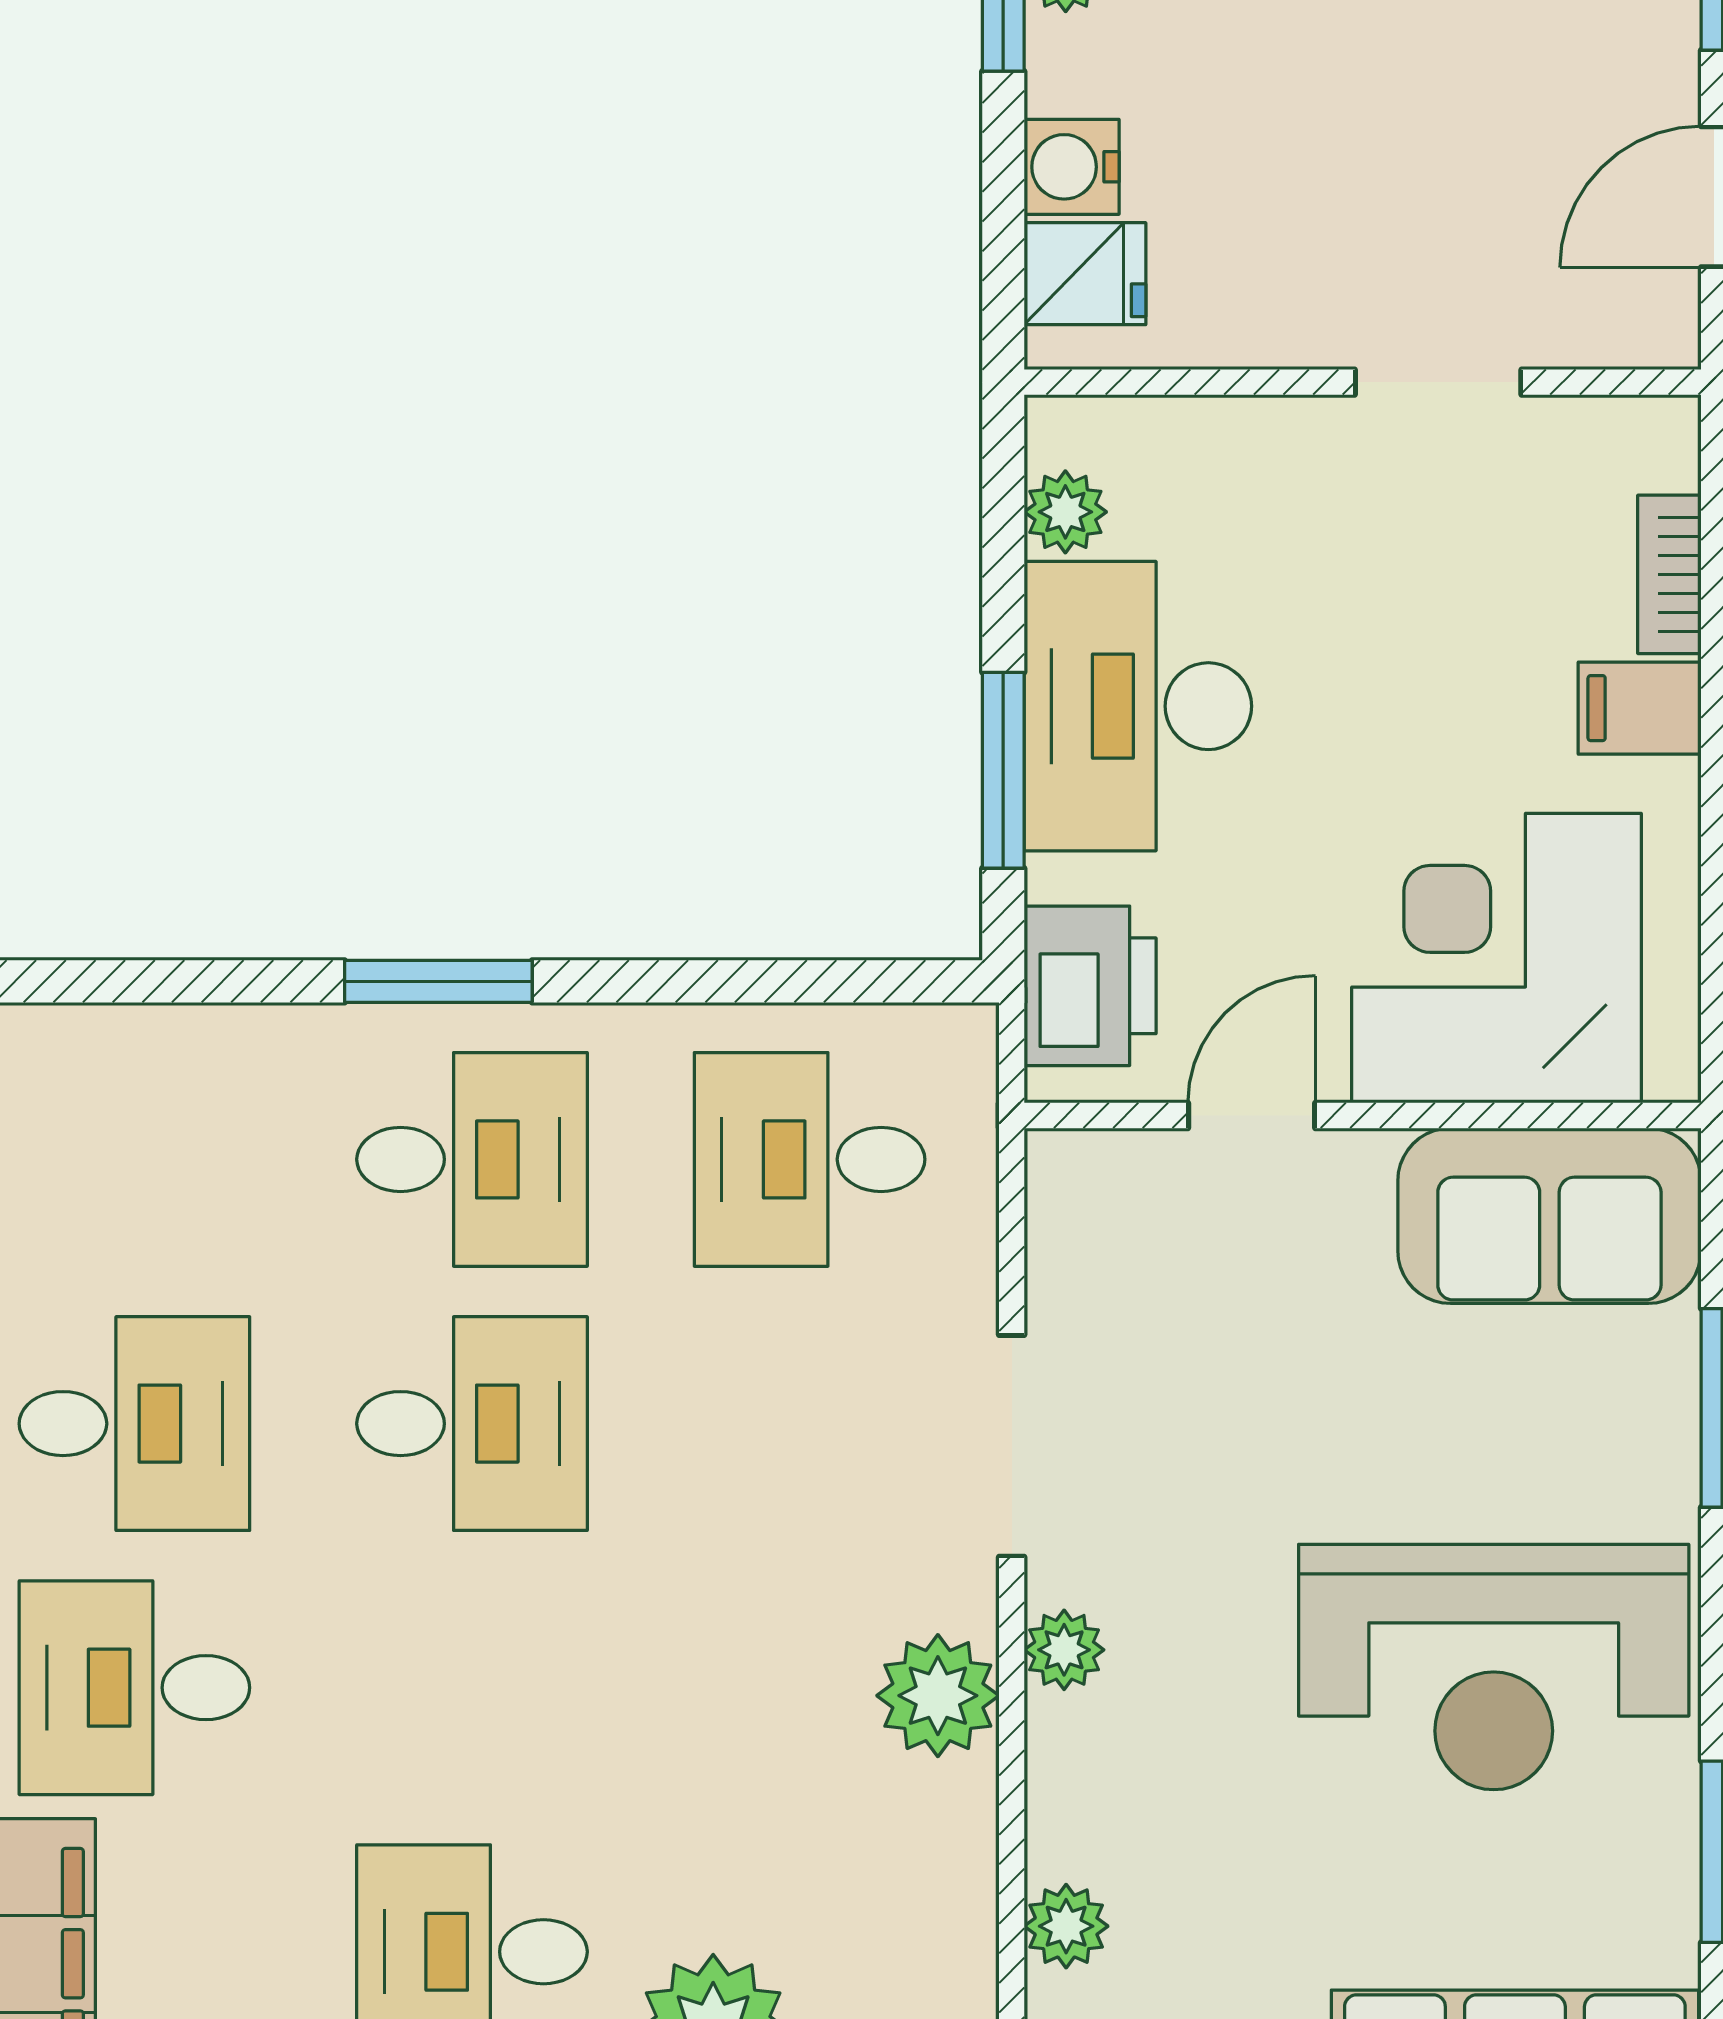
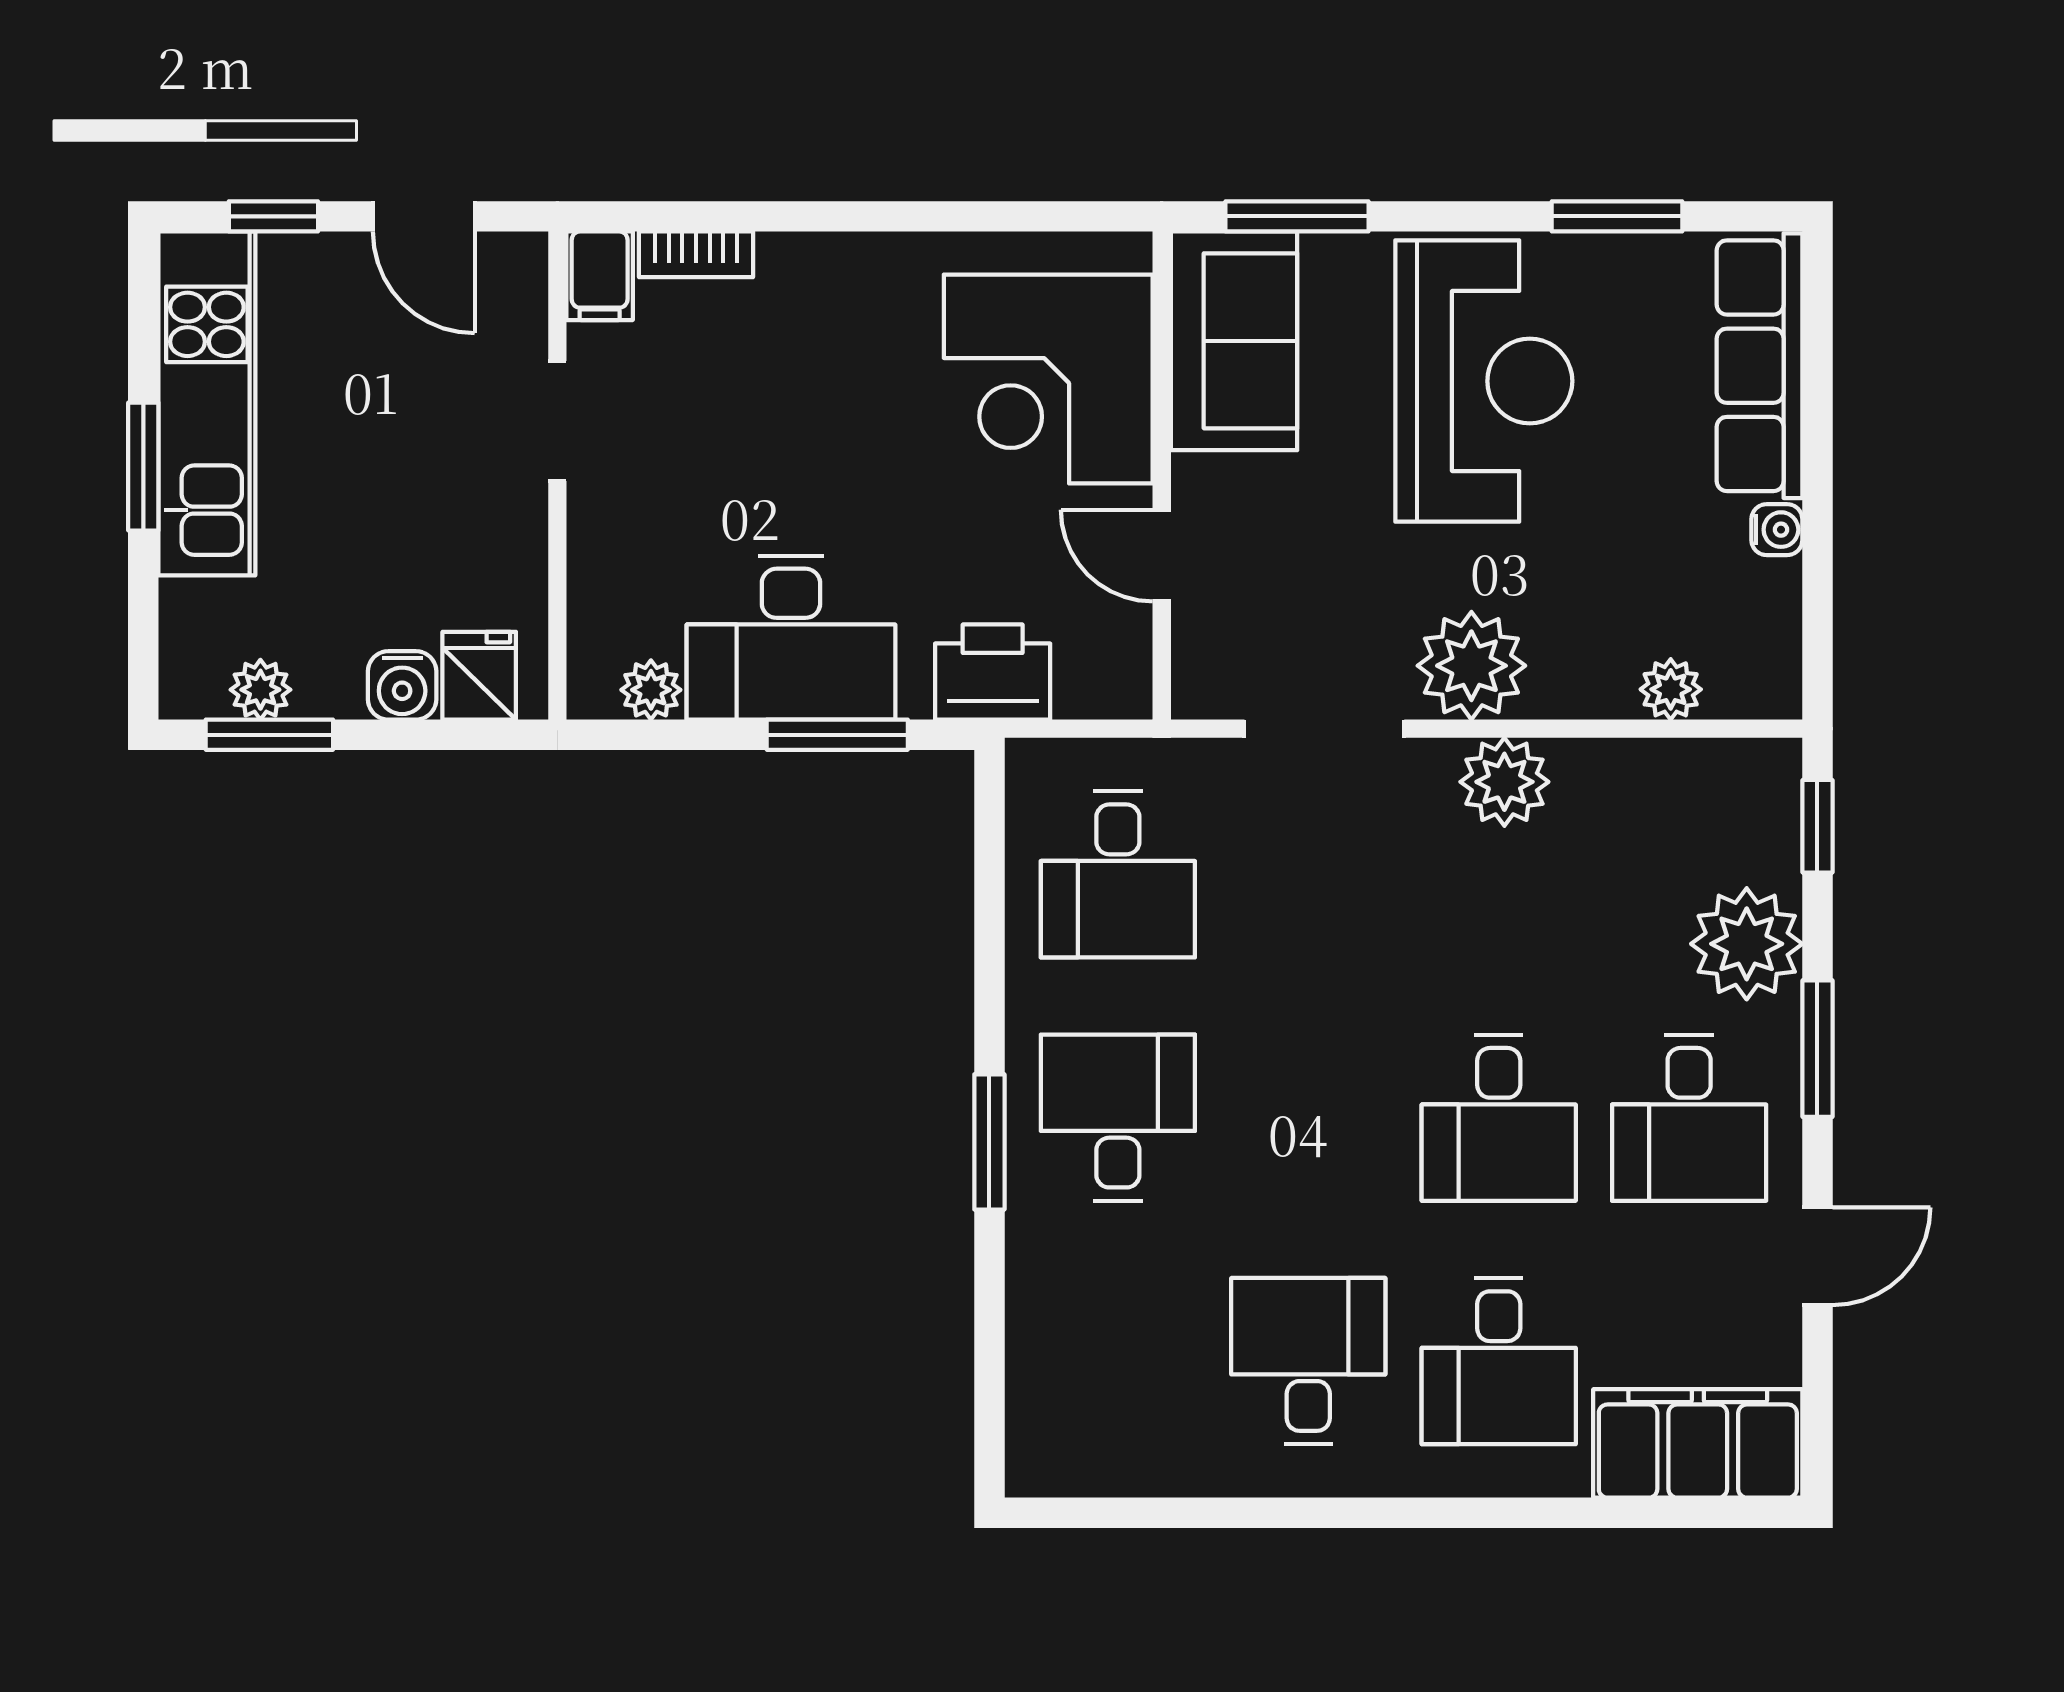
filing cabinet: (1640, 708) -> (600, 276), moved
corner desk: (1496, 958) -> (1048, 379), moved
door: (1252, 1116) -> (1162, 556), moved
wall: (1363, 1116) -> (1162, 476), moved
sofa: (1549, 1216) -> (1234, 341), moved
desk: (472, 1424) -> (1499, 1118), moved, turned 180
plant: (1064, 1650) -> (1471, 666), width x1.88, depth x1.88

